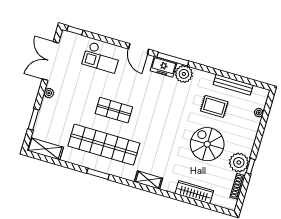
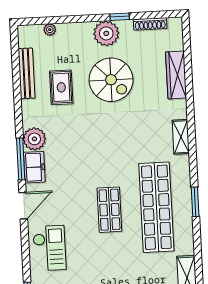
spiral stairs: (207, 144) -> (111, 80), turned -90
plant: (239, 162) -> (106, 33), moved

